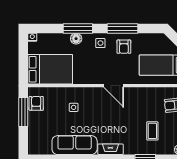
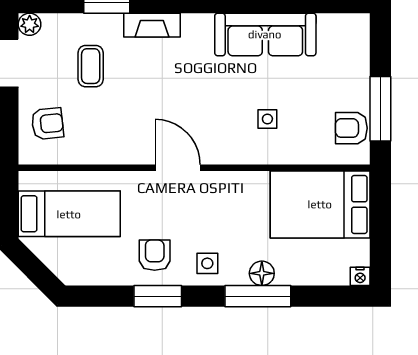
window: (123, 28) -> (158, 296), width x0.69
armchair: (36, 103) -> (351, 128), turned 90
fireplace: (110, 149) -> (152, 25), moved

